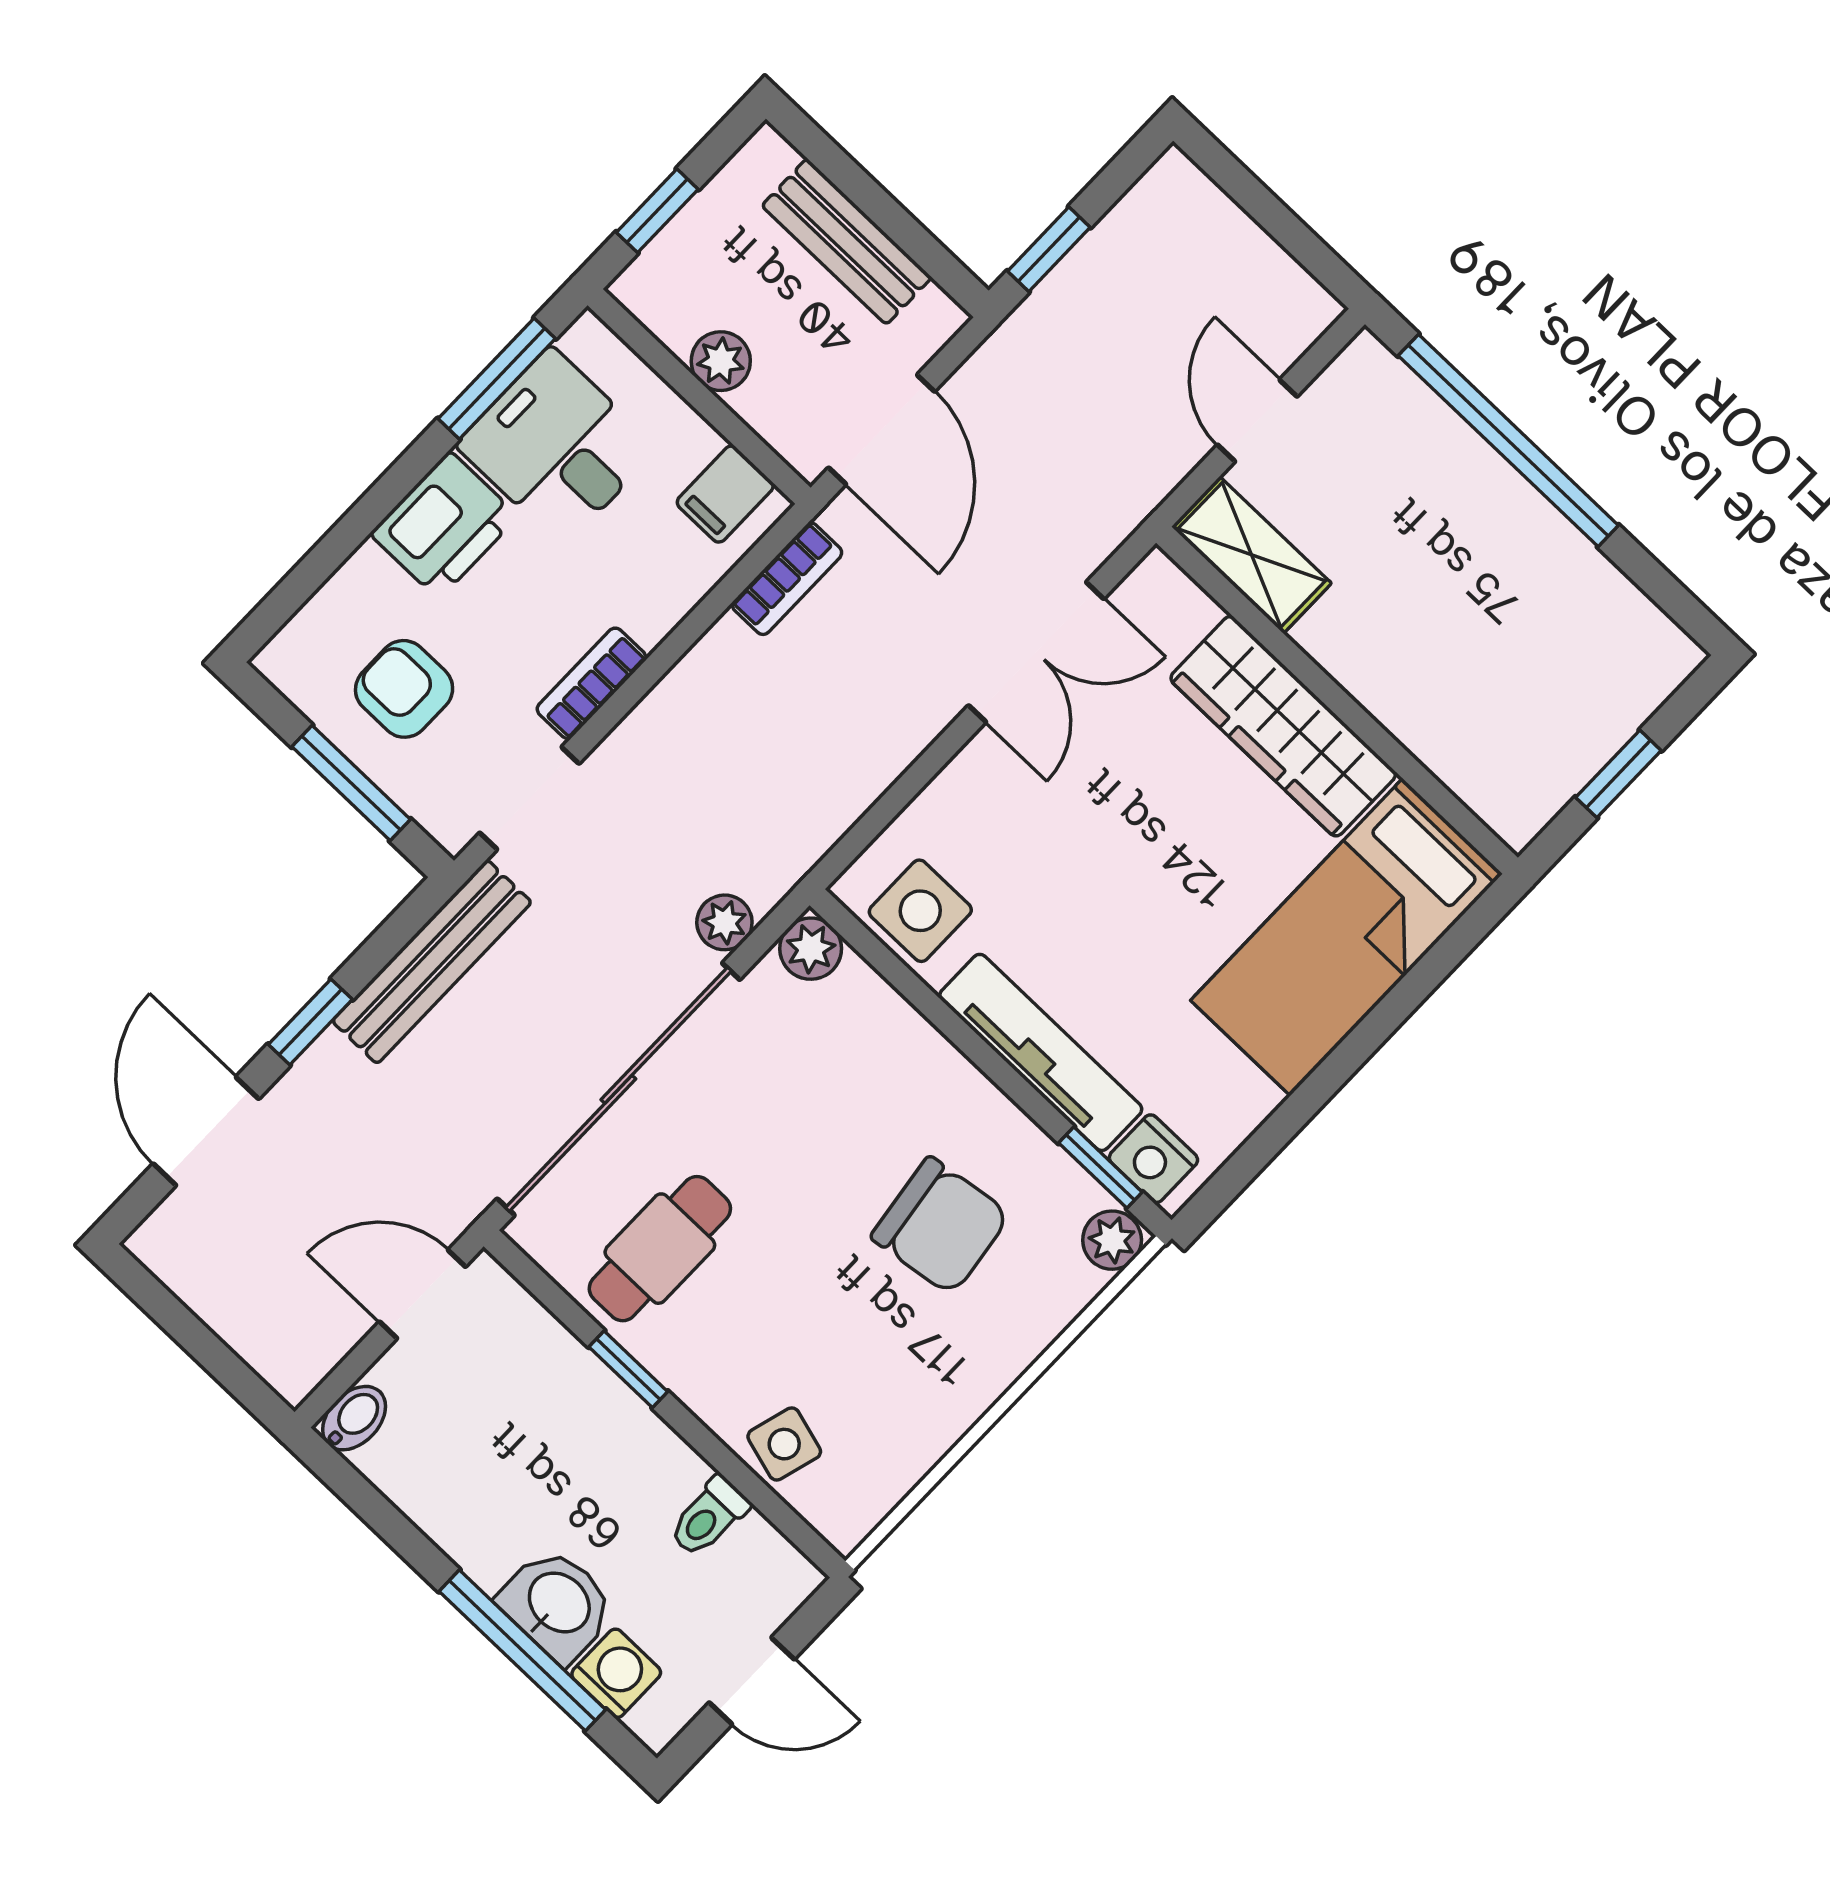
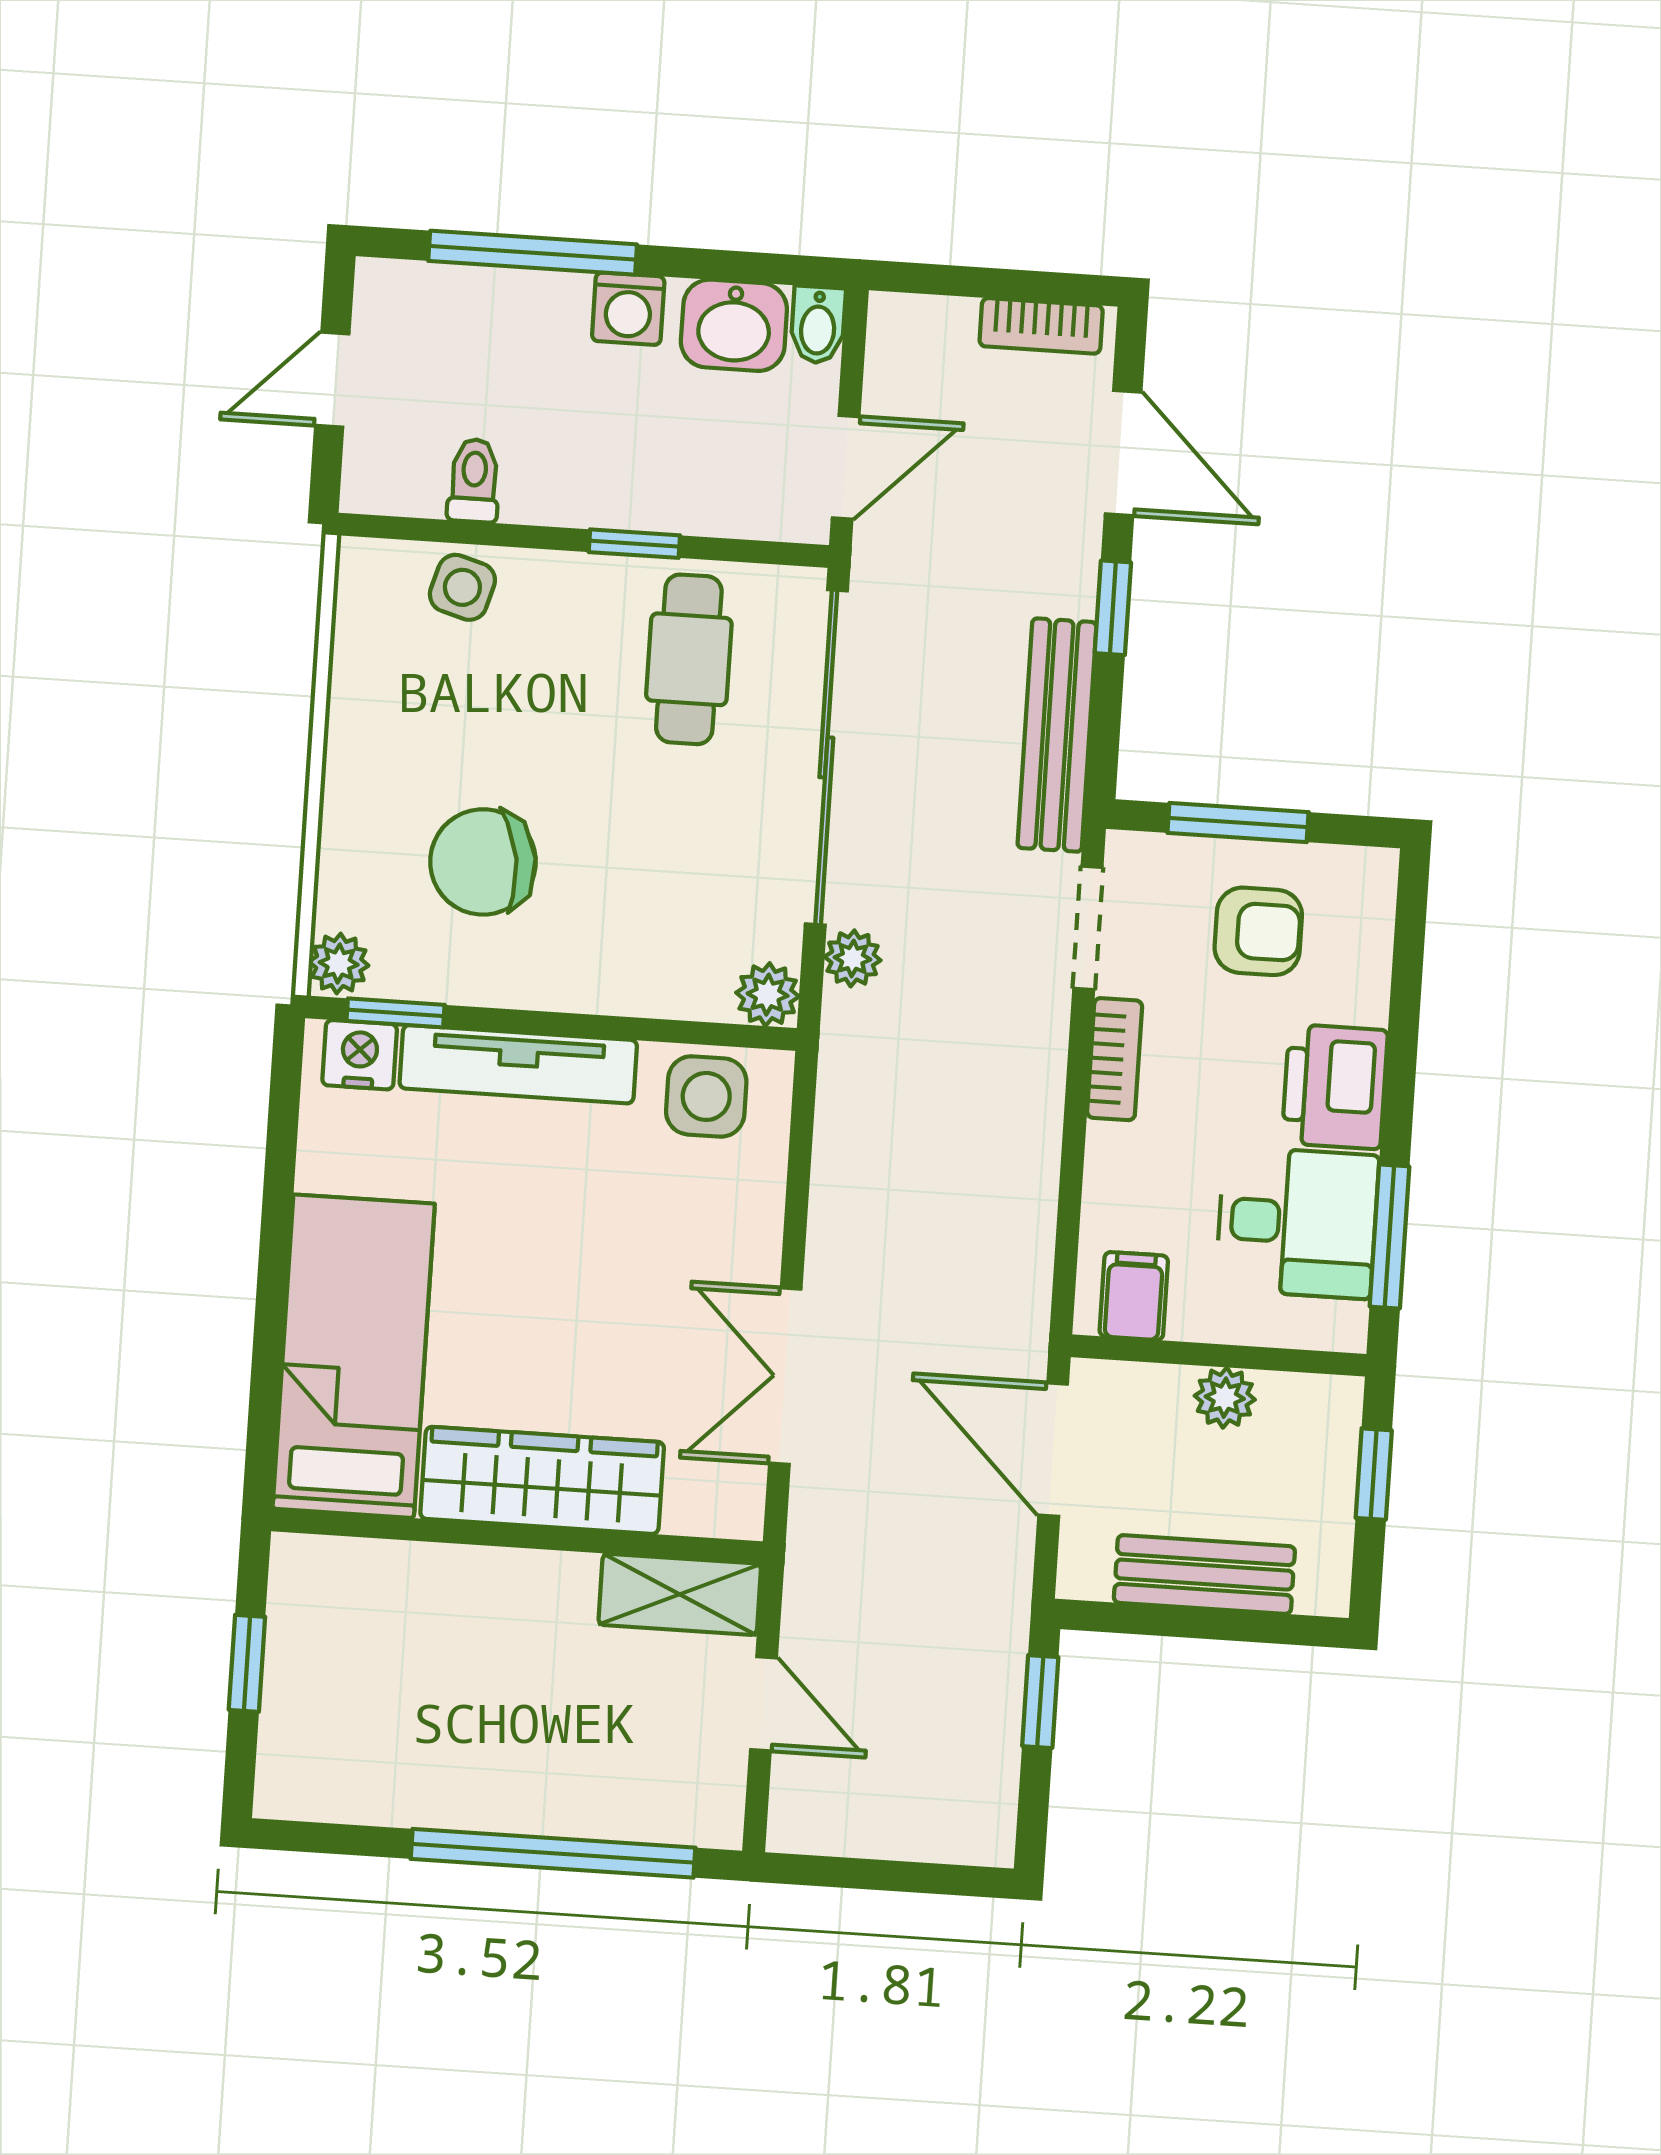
bookcase: (787, 579) -> (1041, 326), moved, turned -90
washbasin: (557, 1604) -> (734, 325), moved
washing machine: (616, 1673) -> (628, 309), moved

